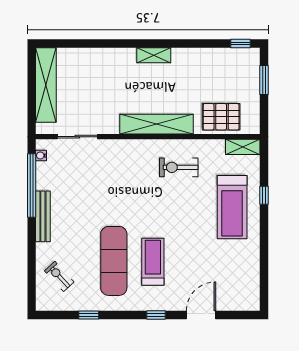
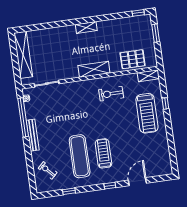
shelving: (157, 124) -> (94, 69), width x0.68

